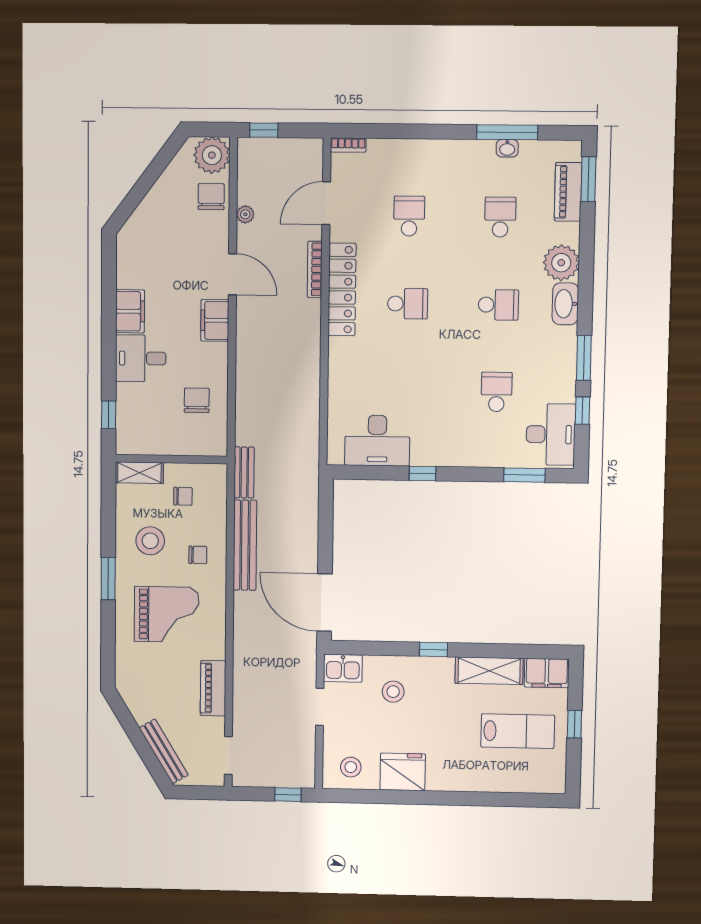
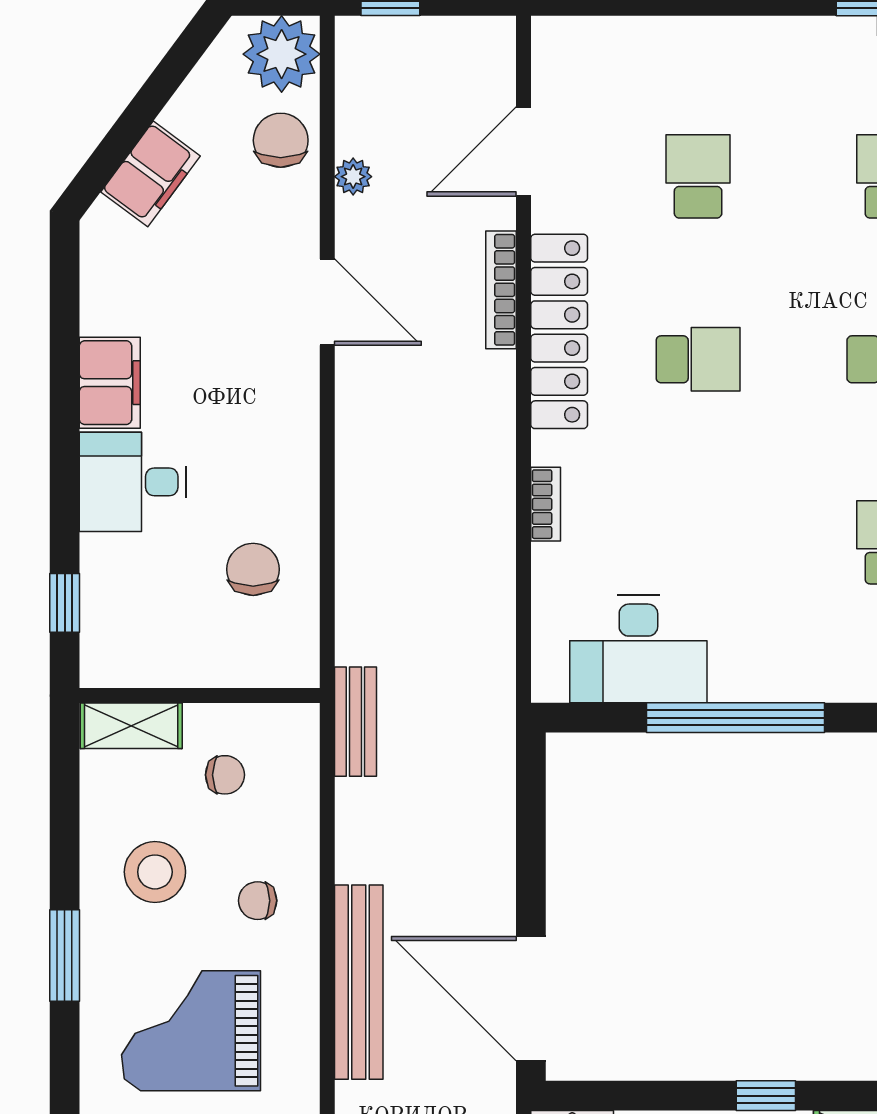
bookcase: (348, 145) -> (546, 504), moved, turned -90
filing cabinet: (215, 320) -> (150, 174), moved, turned -143
window: (422, 473) -> (735, 718), width x3.17
bench: (245, 545) -> (359, 982), moved
chair: (198, 555) -> (258, 901), turned 180
grand piano: (167, 614) -> (191, 1031), turned 180

